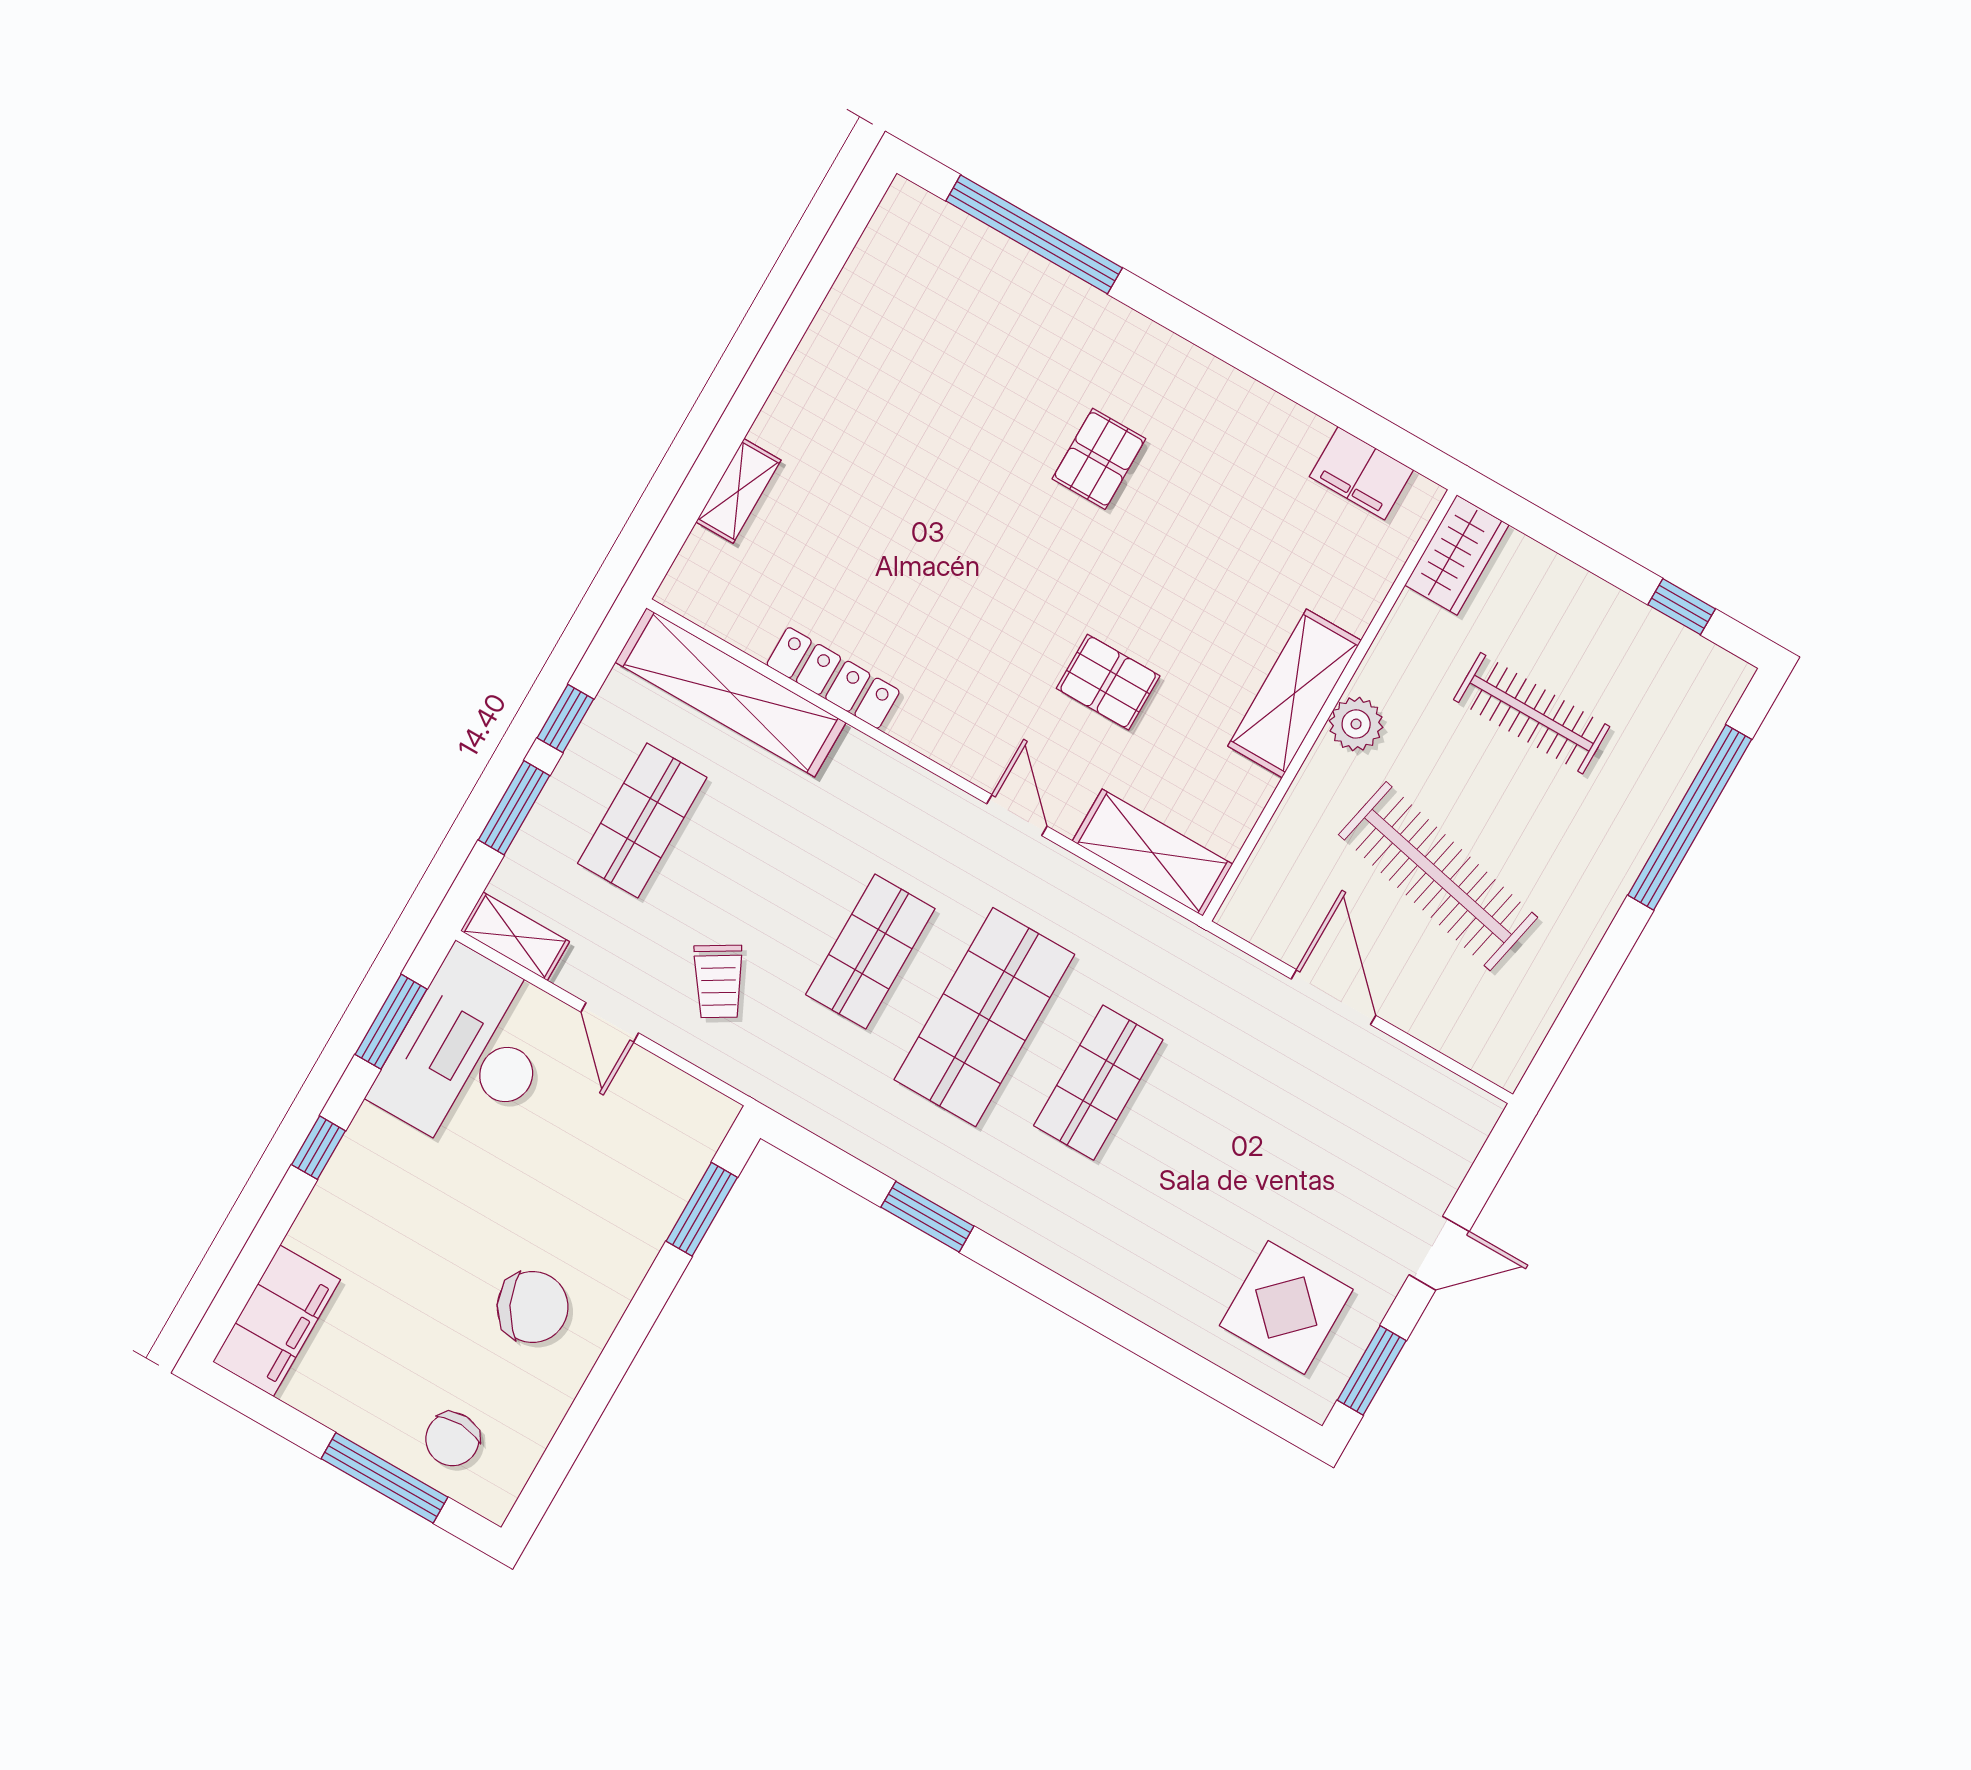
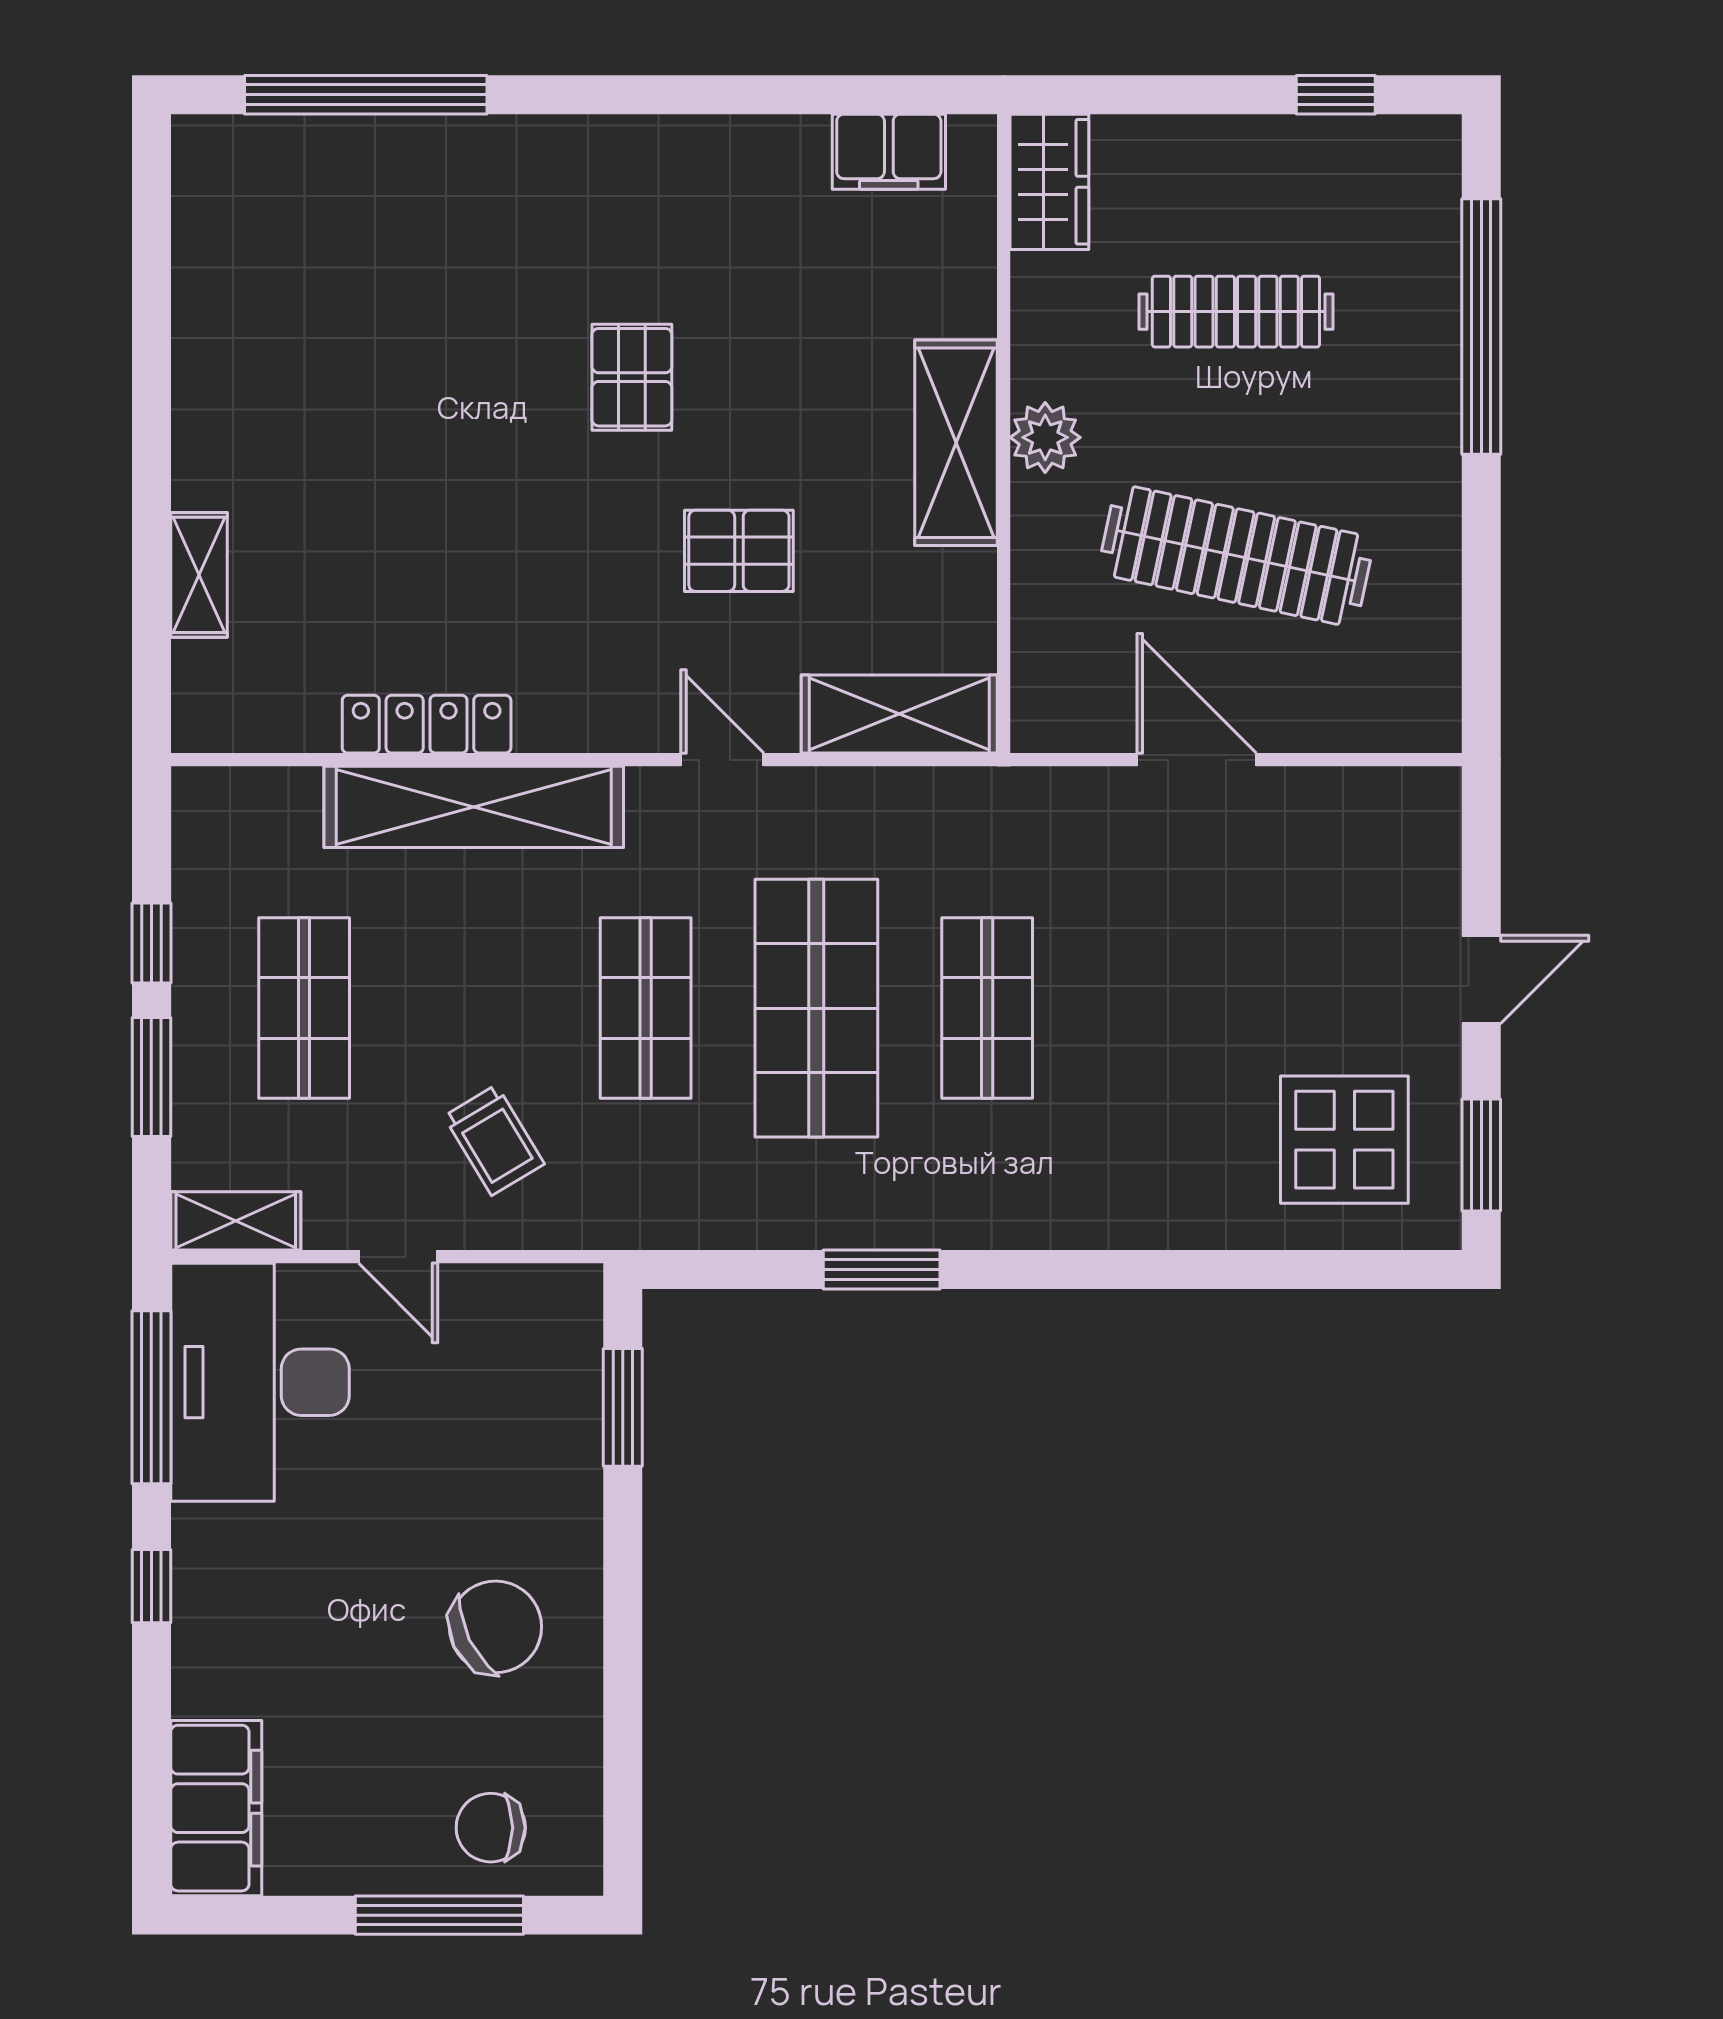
pallet: (1099, 459) -> (632, 377), moved
shelving: (731, 692) -> (474, 807), moved
window: (391, 1022) -> (151, 1397), width x1.44
chair: (452, 1439) -> (491, 1828), turned 88

